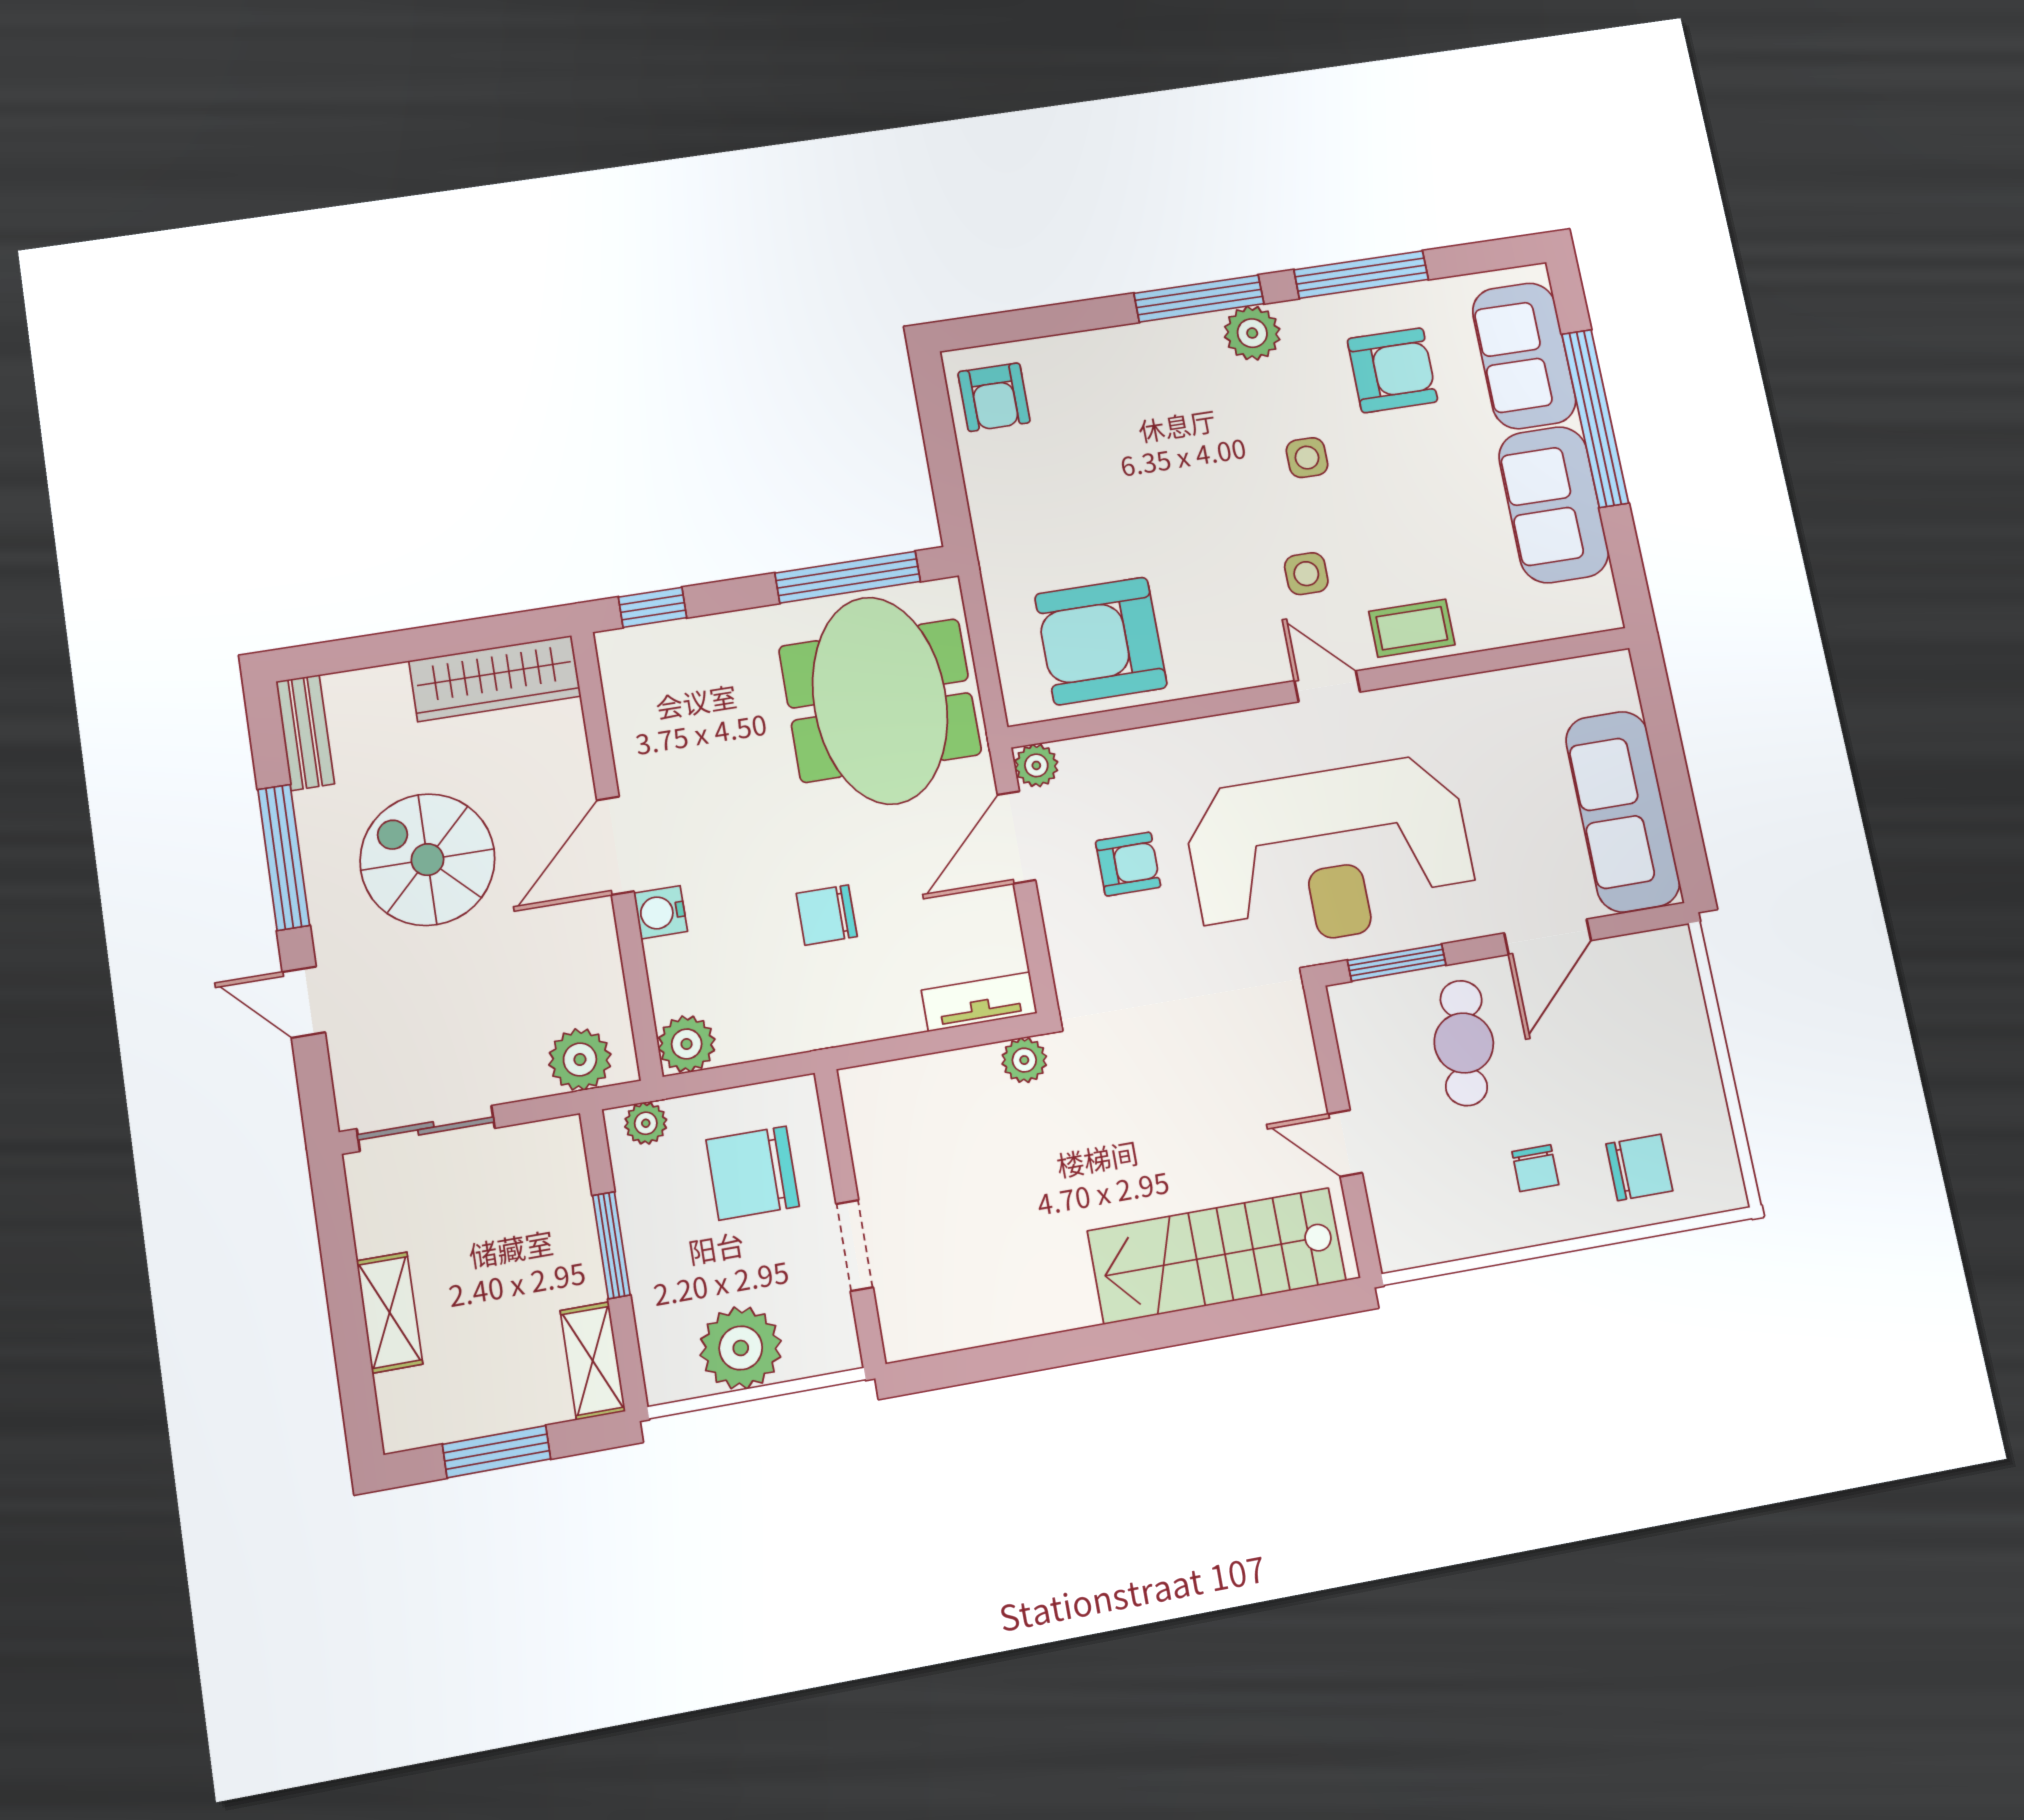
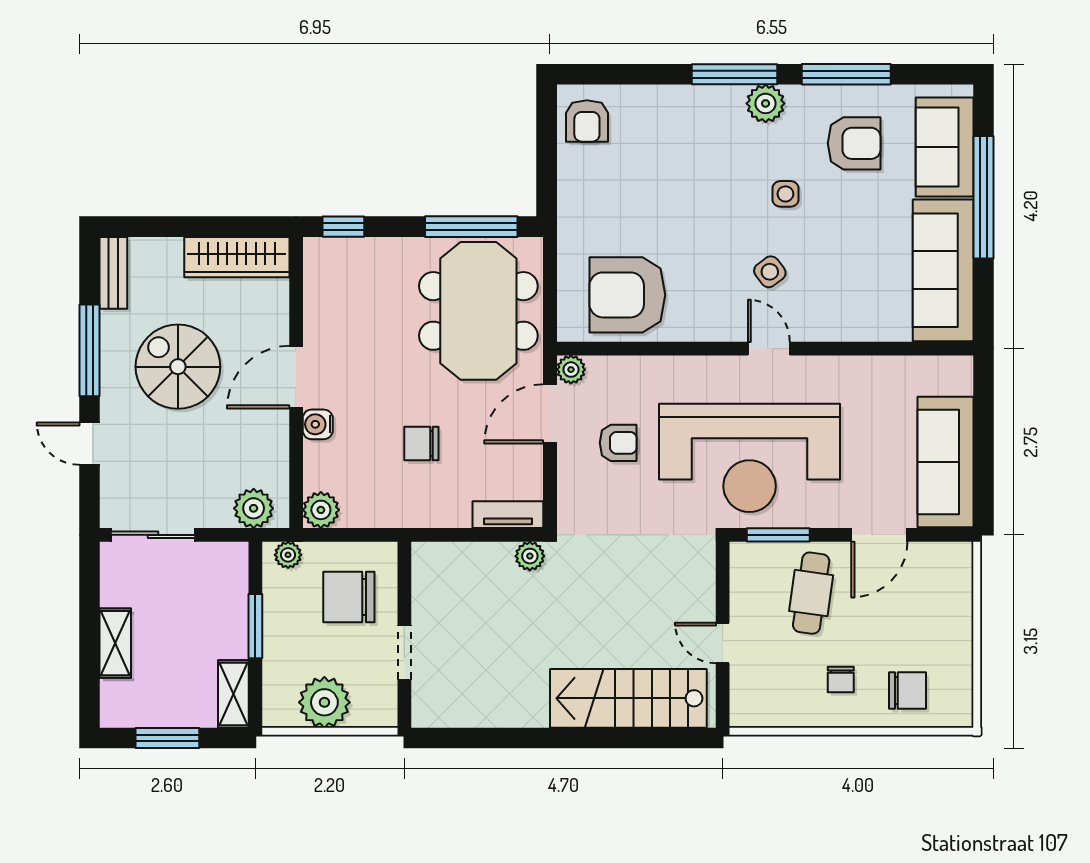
sofa: (1554, 505) -> (943, 270), width x1.36
side table: (1306, 574) -> (770, 272), turned -37
coffee table: (1412, 628) -> (832, 319), removed

